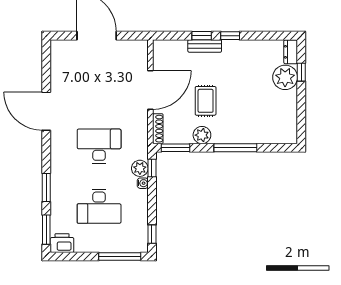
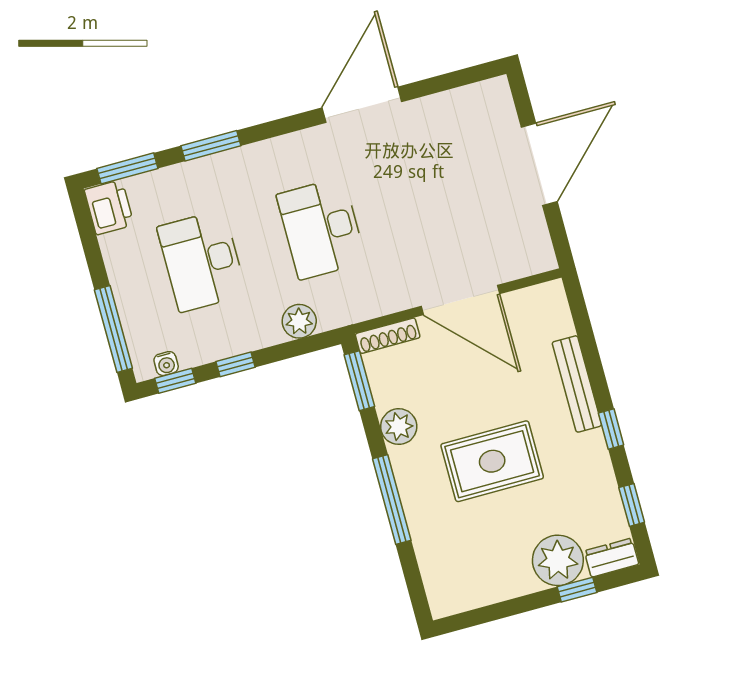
window: (202, 36) -> (632, 505), moved
bench: (205, 46) -> (577, 384), width x1.36
rug: (206, 101) -> (492, 461), moved, width x1.36, depth x1.43
desk: (99, 146) -> (321, 228), turned 180
window: (152, 168) -> (235, 364), moved
water cooler: (143, 183) -> (166, 364), moved

